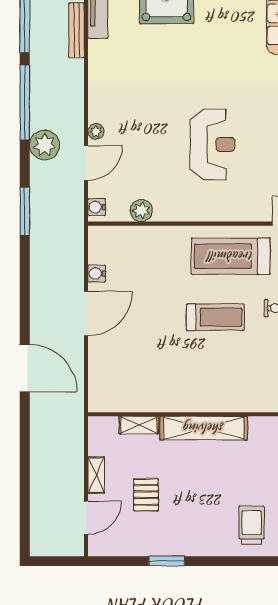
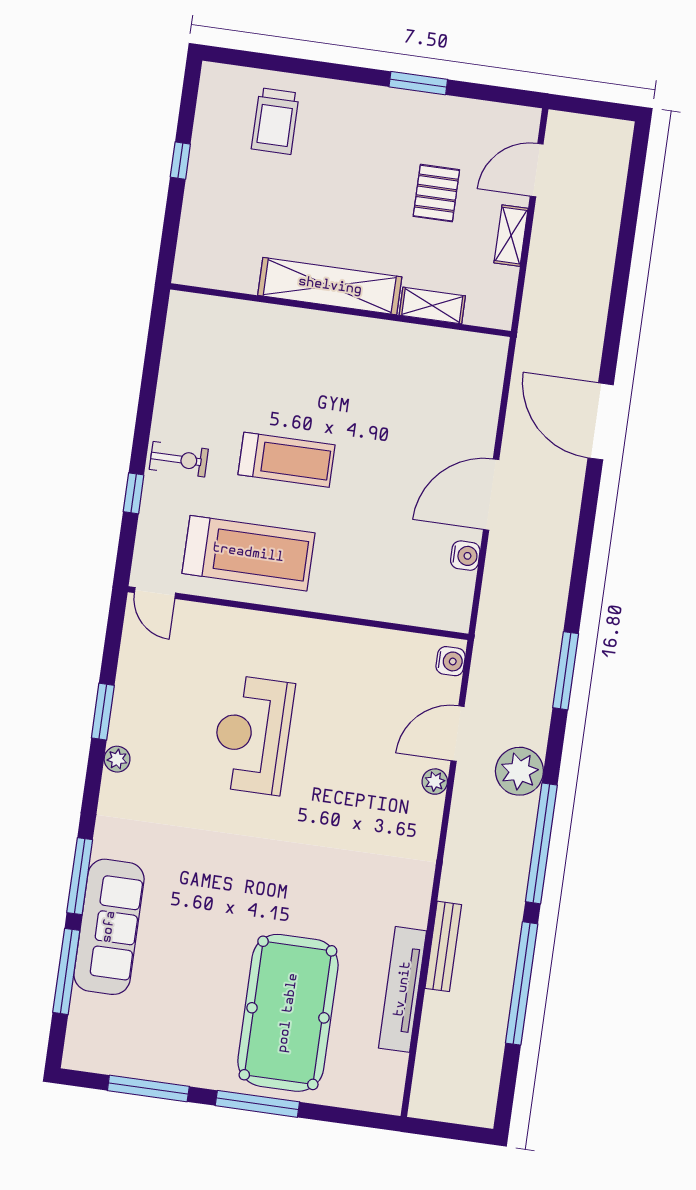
plant: (141, 211) -> (381, 646), removed
treadmill: (215, 317) -> (287, 460), turned 180

